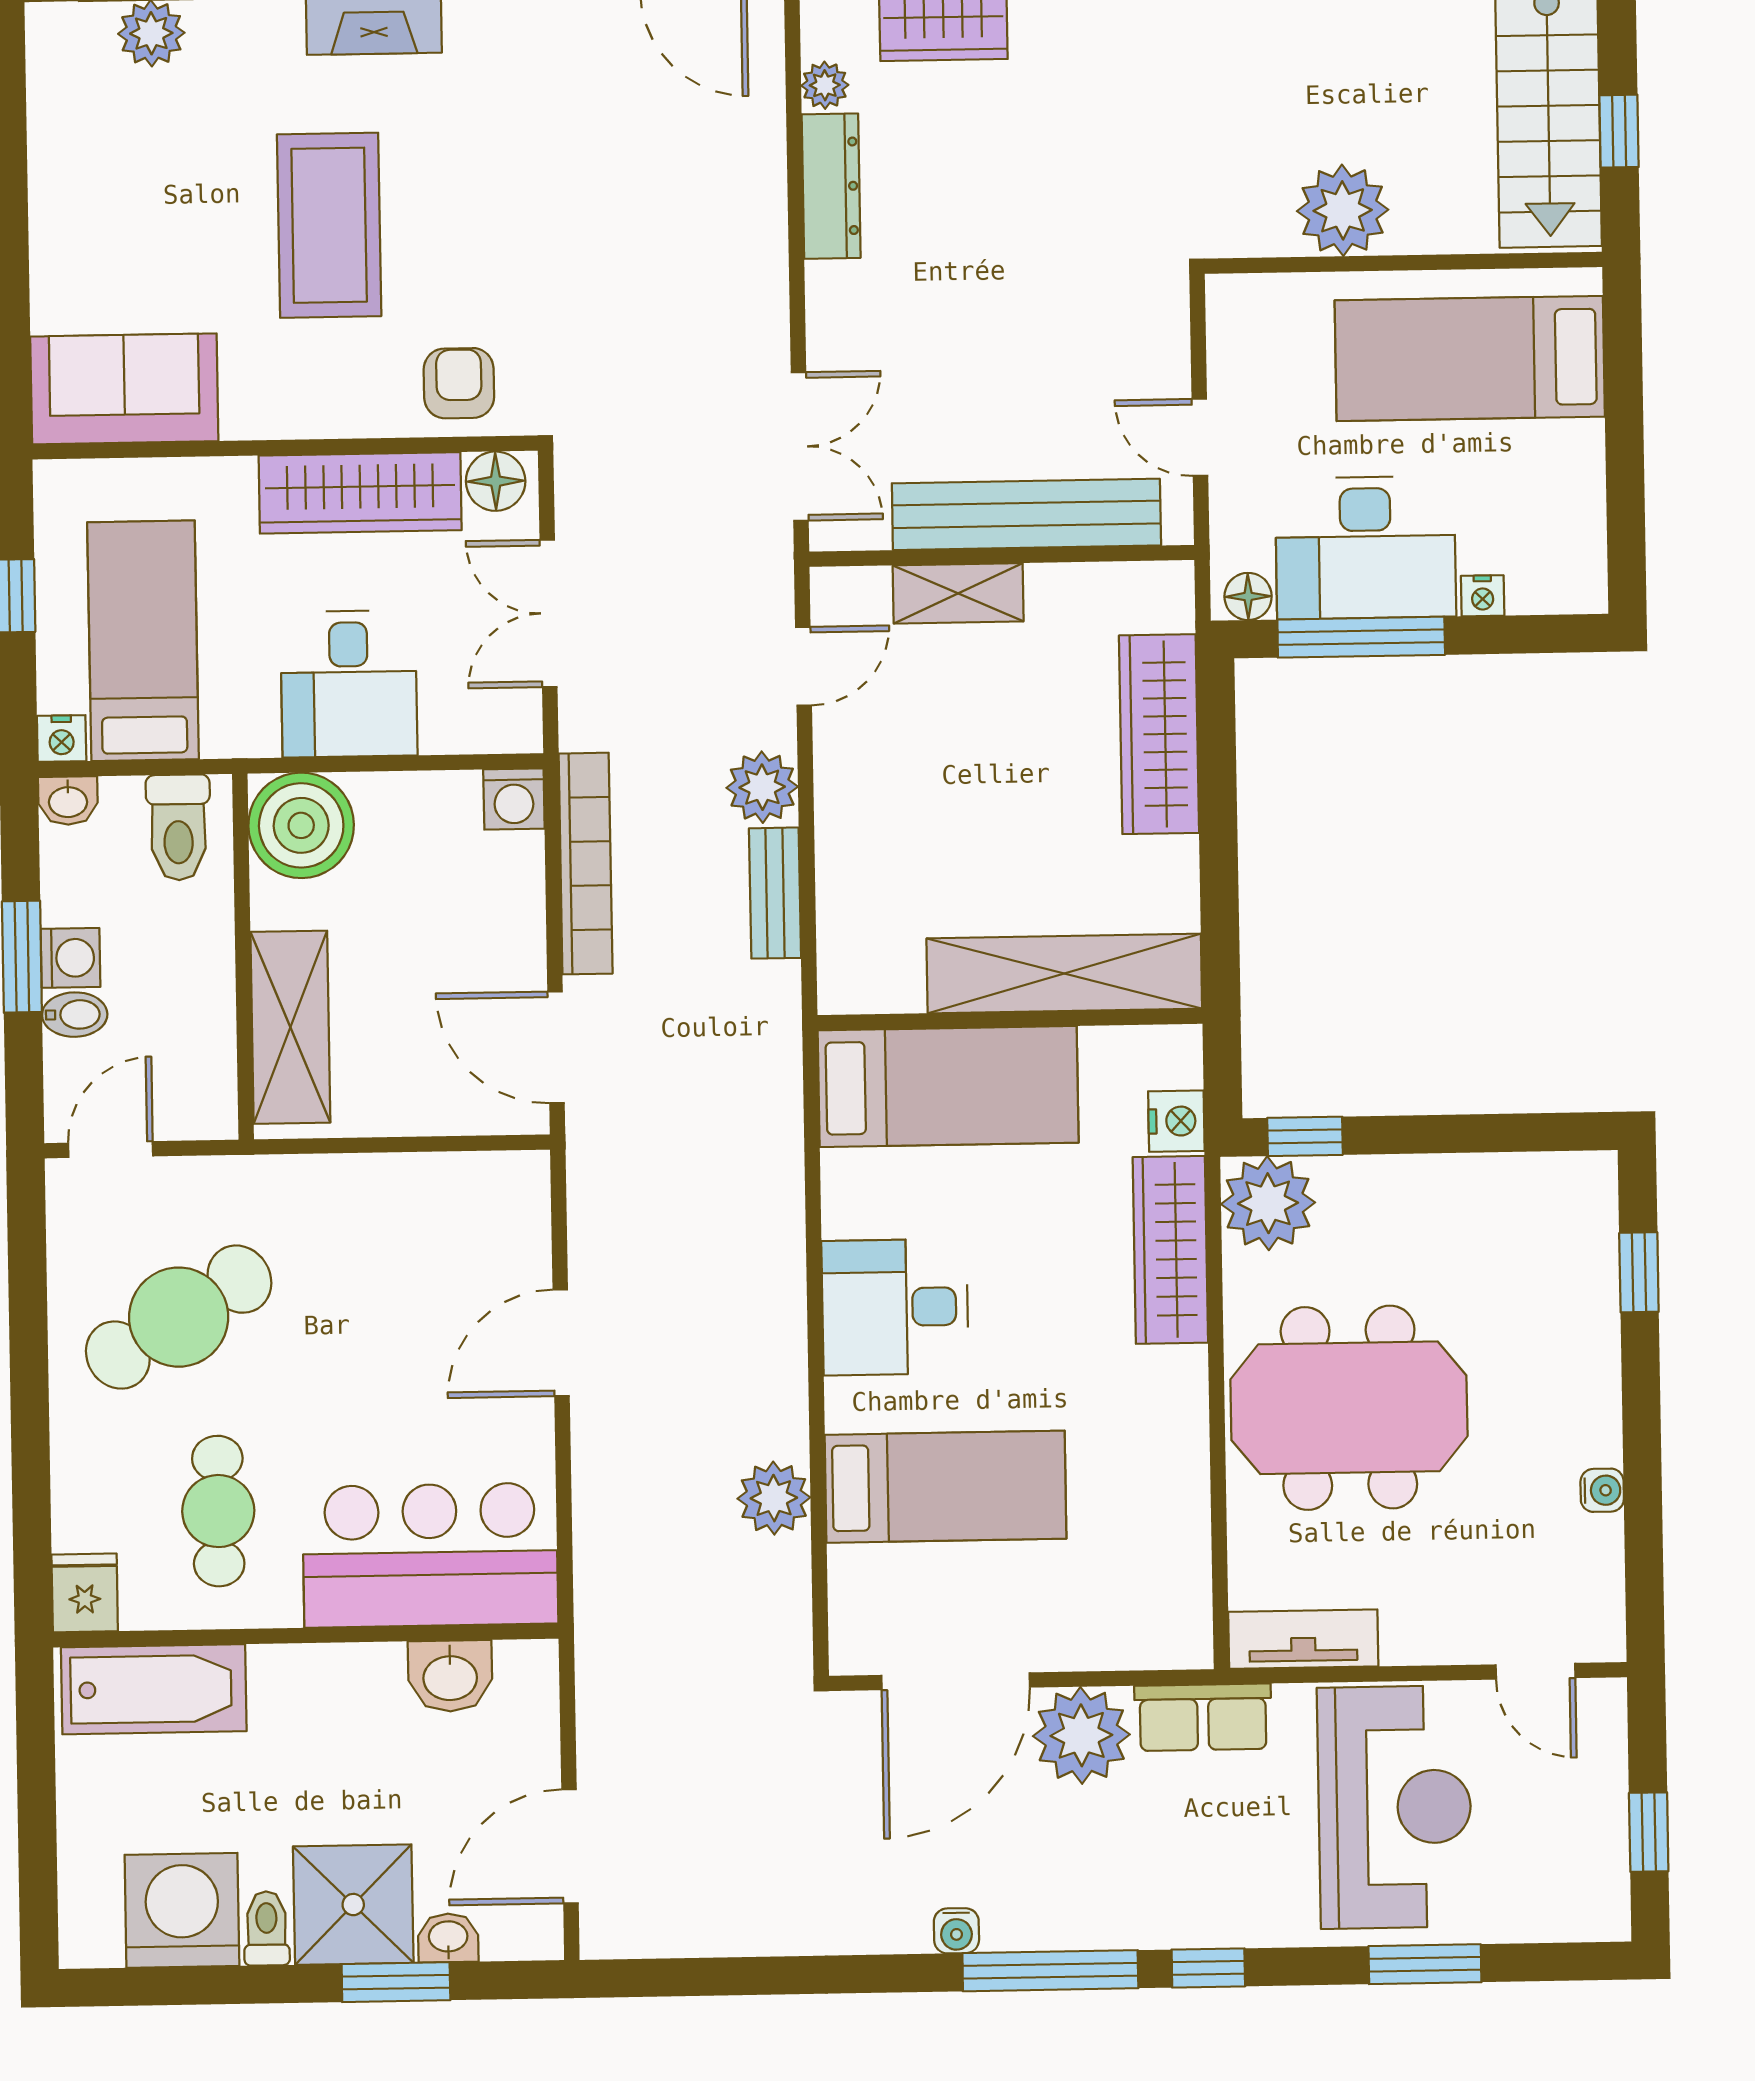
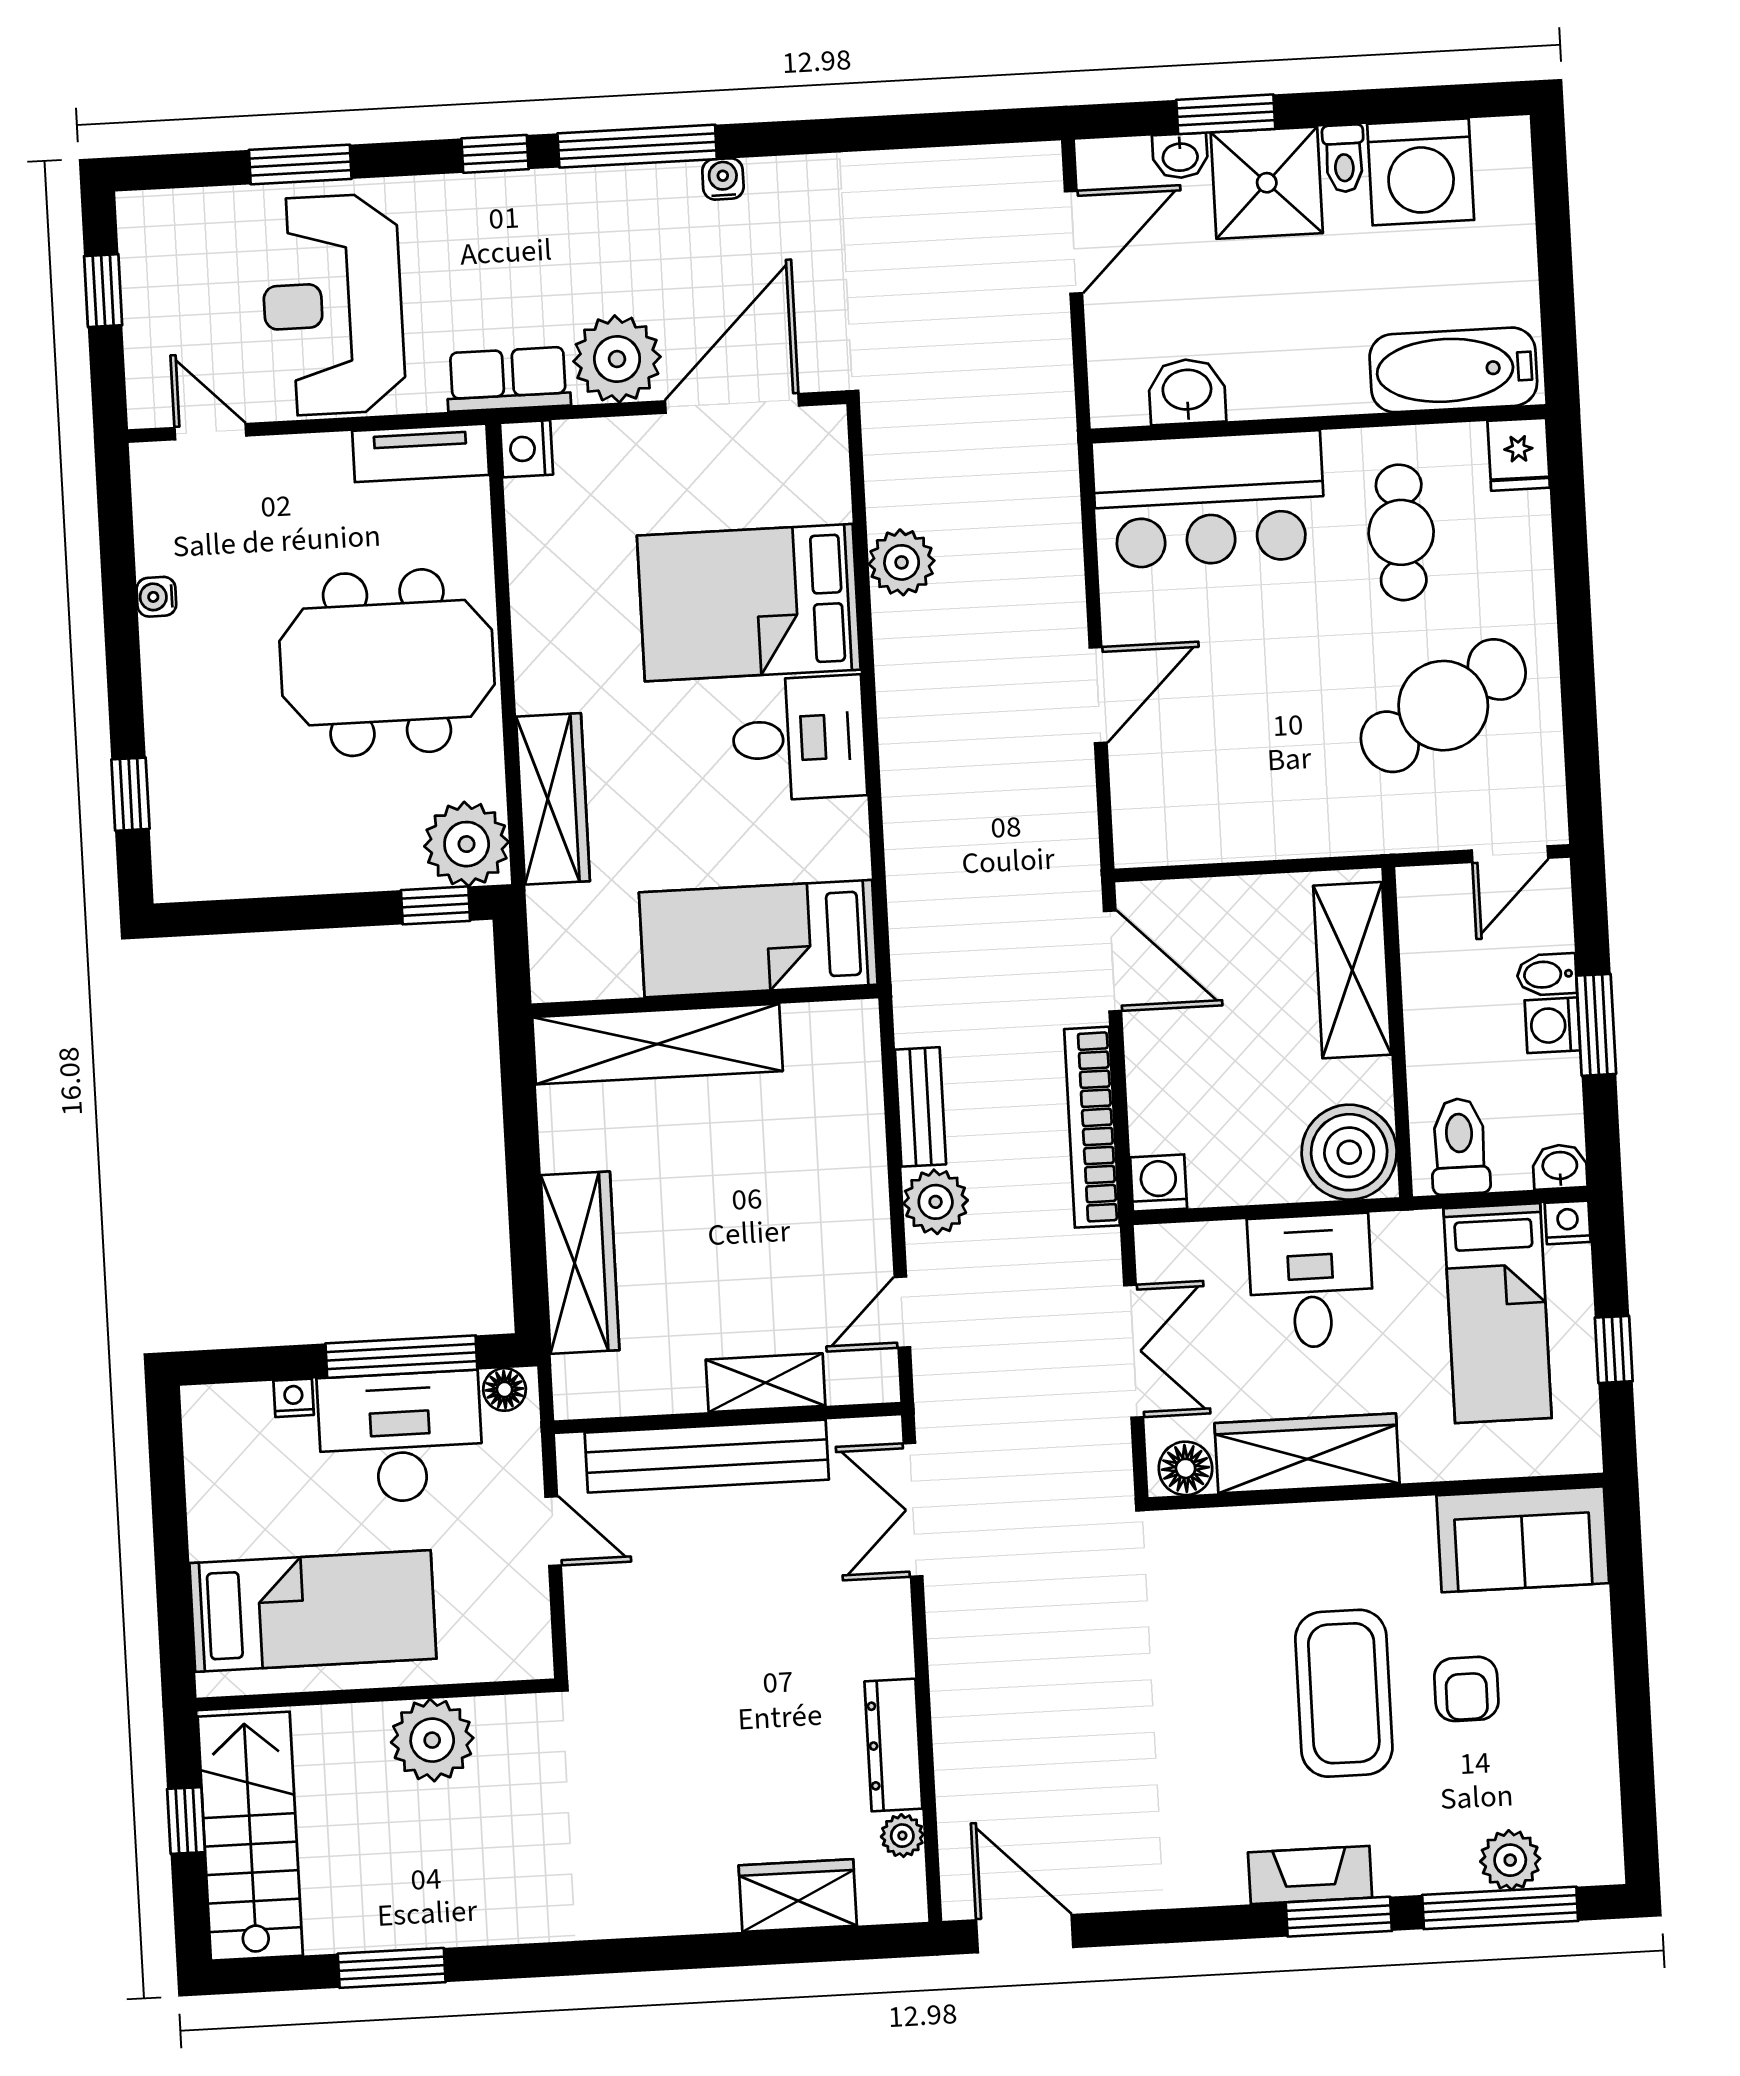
armchair: (459, 383) -> (1466, 1689), moved
nightstand: (1176, 1121) -> (527, 449), moved
bed: (946, 1487) -> (749, 603), width x1.50

